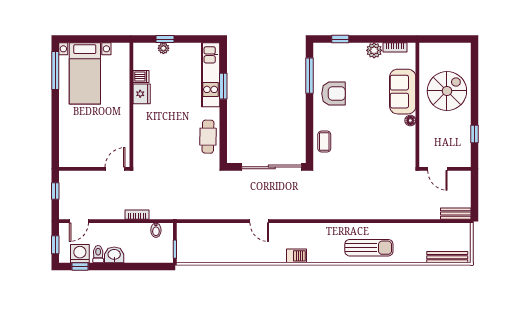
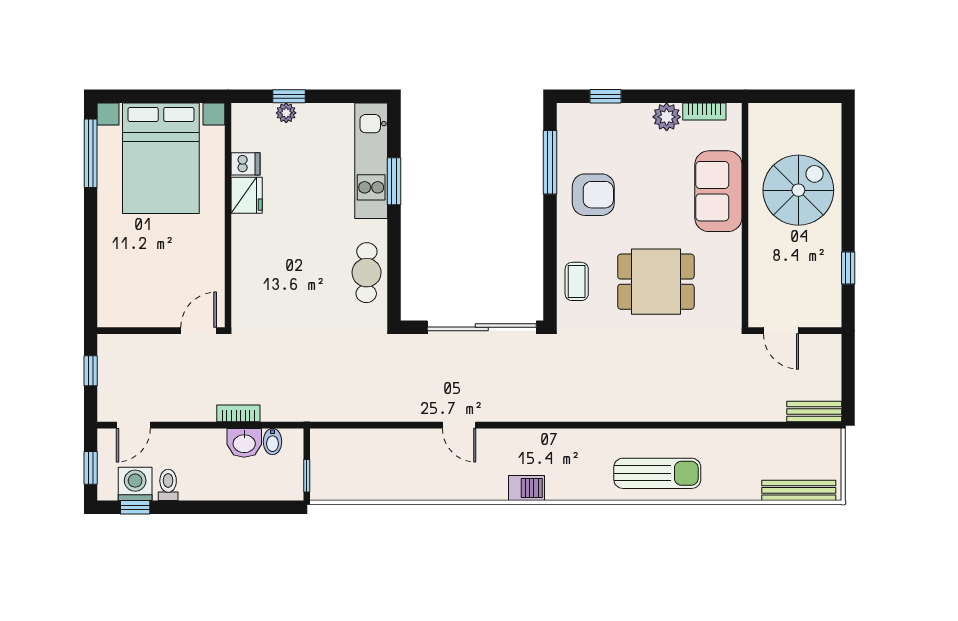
bed with nightstands: (85, 73) -> (161, 158), width x1.36
floor lamp: (410, 121) -> (732, 243), removed
dining table: (368, 142) -> (656, 282), added
washbasin: (114, 255) -> (244, 443), moved, turned 180

